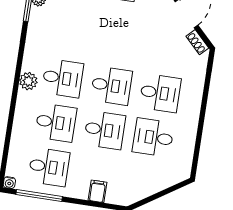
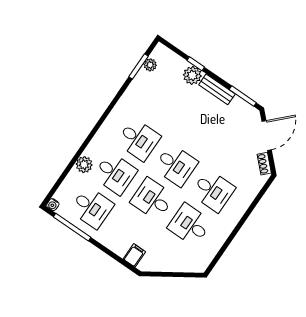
plant: (28, 81) -> (84, 165), moved
desk: (105, 130) -> (152, 199), turned 180
filing cabinet: (98, 191) -> (134, 255), moved

